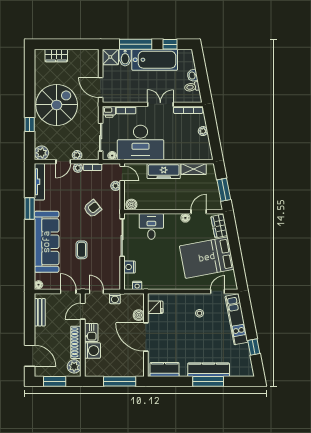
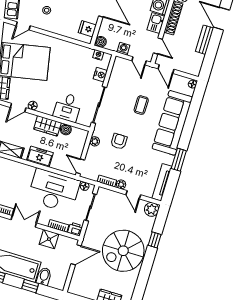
window: (136, 44) -> (30, 286), width x0.46
shower: (110, 57) -> (49, 239), moved
door: (101, 88) -> (76, 255), hinge flipped
double door: (160, 104) -> (24, 221), swing flipped
plant: (77, 155) -> (118, 197), removed
door: (63, 162) -> (133, 195), swing flipped
freezer: (164, 171) -> (40, 157), width x0.71
plant: (116, 186) -> (95, 141), moved
wardrobe: (165, 203) -> (47, 126), added
boiler: (131, 205) -> (66, 130), moved
armchair: (92, 209) -> (119, 141), turned 129
door: (83, 311) -> (158, 46), hinge flipped
bench: (40, 312) -> (205, 40), moved
boiler: (139, 315) -> (101, 42), moved

